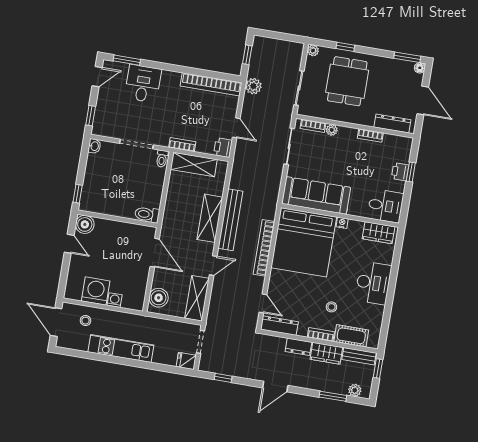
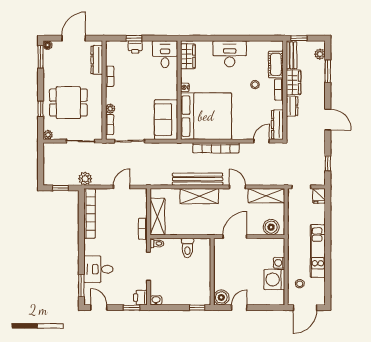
printer: (223, 148) -> (140, 298), moved, turned 90
sofa: (316, 195) -> (166, 120), width x0.73
toilet: (147, 215) -> (187, 248), moved

